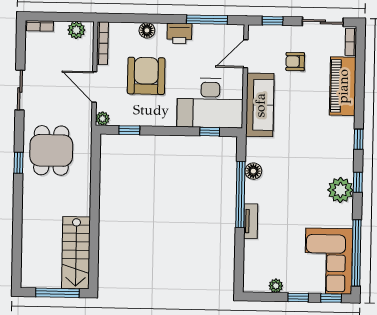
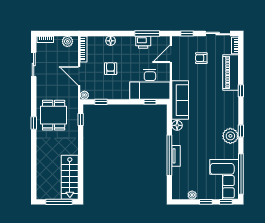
printer: (179, 33) -> (143, 42), moved
armchair: (146, 76) -> (111, 69), width x0.53, depth x0.53
sliding door: (20, 90) -> (34, 64), moved
sofa: (260, 105) -> (180, 100), moved
window: (359, 139) -> (241, 91), moved
window: (96, 158) -> (81, 120), added
window: (240, 194) -> (169, 155), moved

